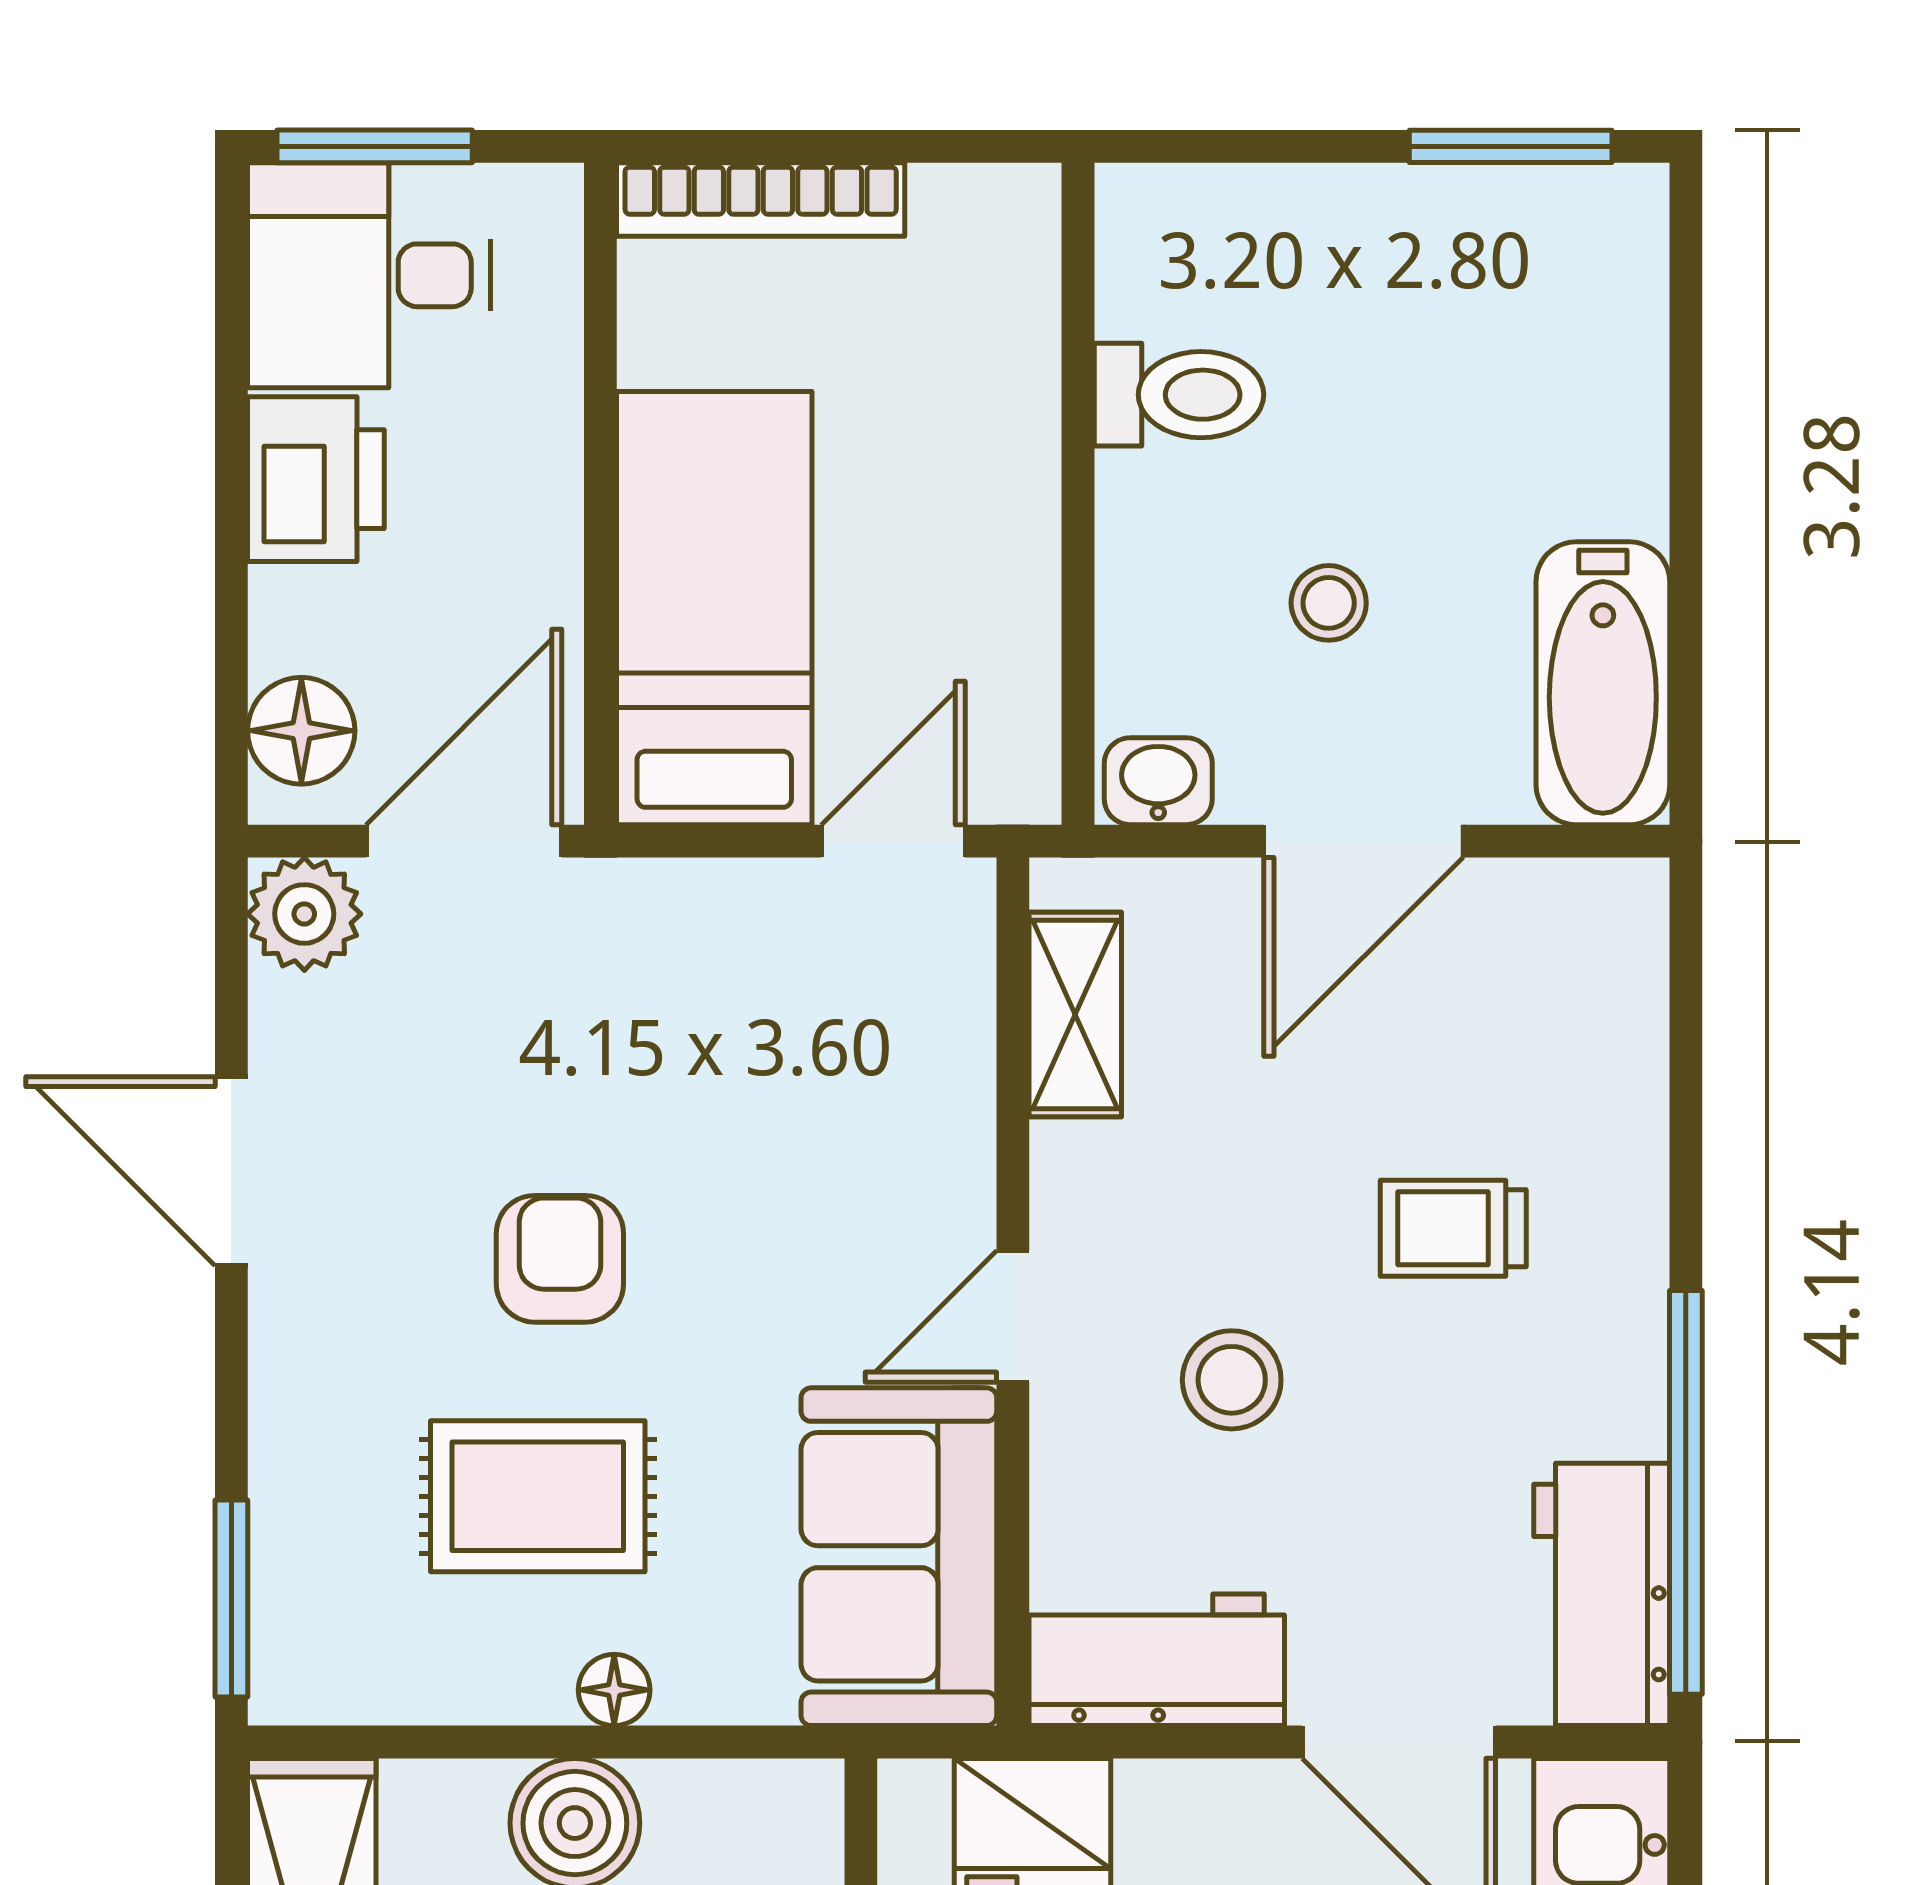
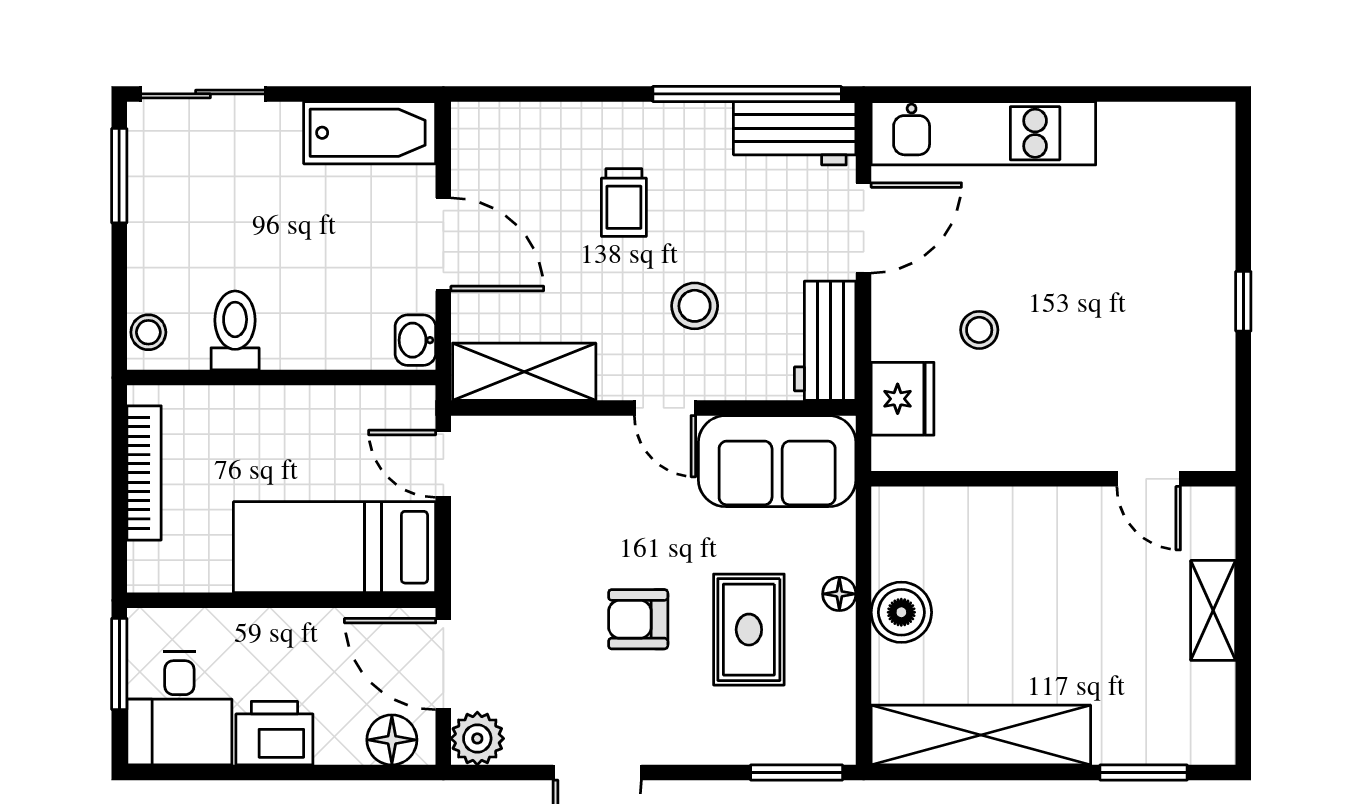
window: (375, 146) -> (119, 664), moved
bookcase: (761, 200) -> (144, 473), moved
sliding door: (1686, 326) -> (203, 94), added
stool: (1329, 603) -> (148, 332), moved
shelving: (1075, 1015) -> (524, 372), width x1.50, depth x1.33

